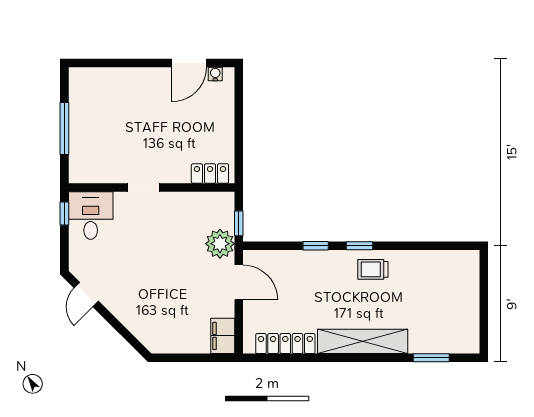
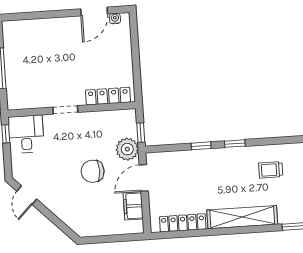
locker: (210, 174) -> (108, 96), width x1.53
chair: (173, 269) -> (93, 171), added
trolley: (373, 269) -> (271, 170), moved
door: (239, 282) -> (144, 178), swing flipped
filing cabinet: (223, 336) -> (133, 206), moved

